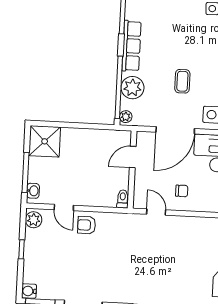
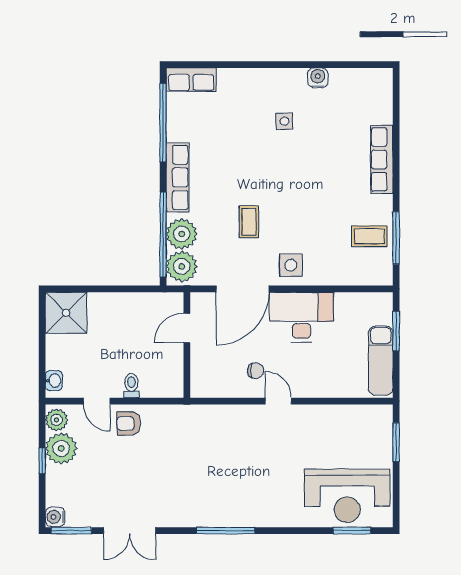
plant: (126, 117) -> (182, 266), width x1.87, depth x1.87
window: (25, 172) -> (42, 356), removed
toilet: (123, 199) -> (131, 386), moved
door: (156, 212) -> (278, 401), moved
plant: (36, 241) -> (61, 448), added

